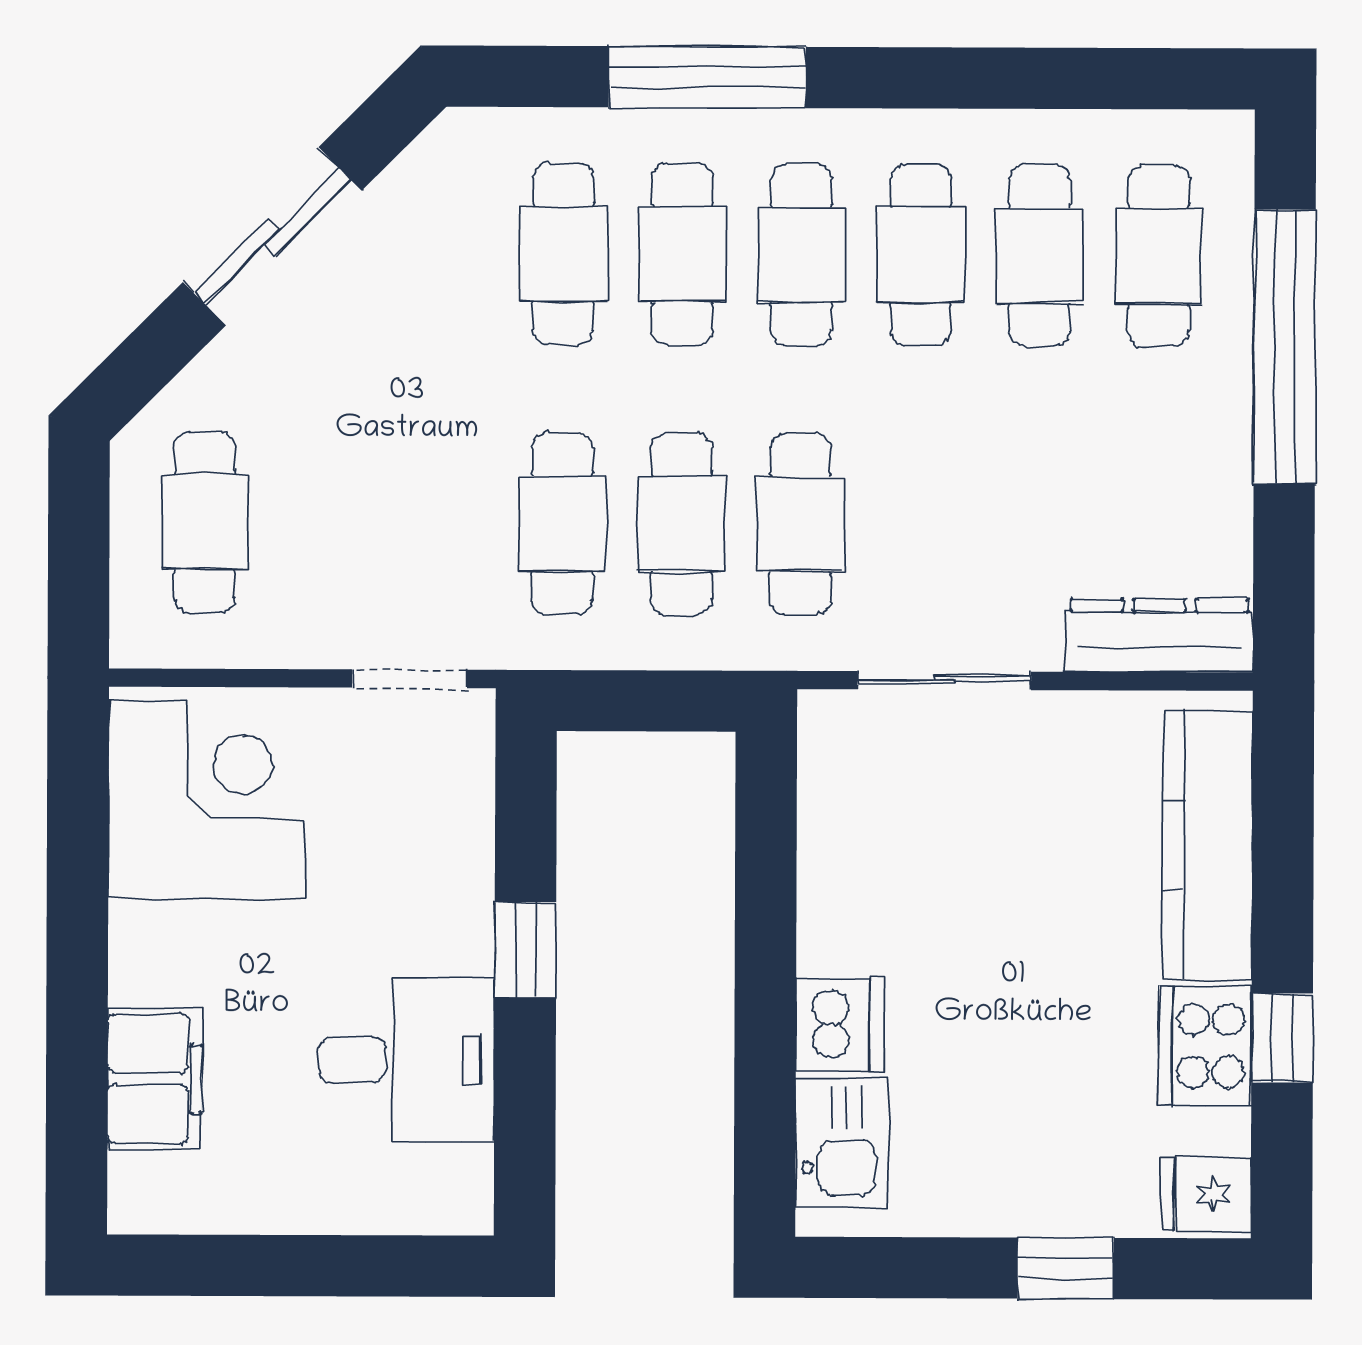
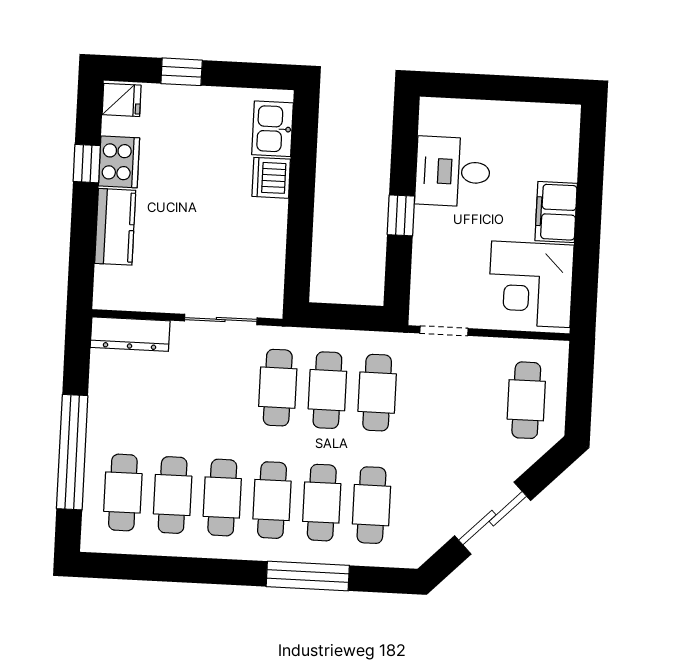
kitchen counter: (1207, 845) -> (115, 227), width x0.67
filing cabinet: (155, 1079) -> (556, 212), moved

